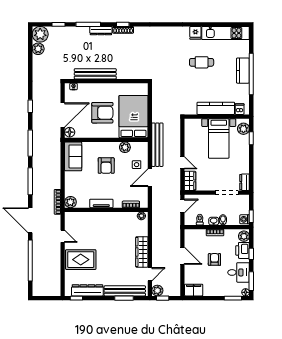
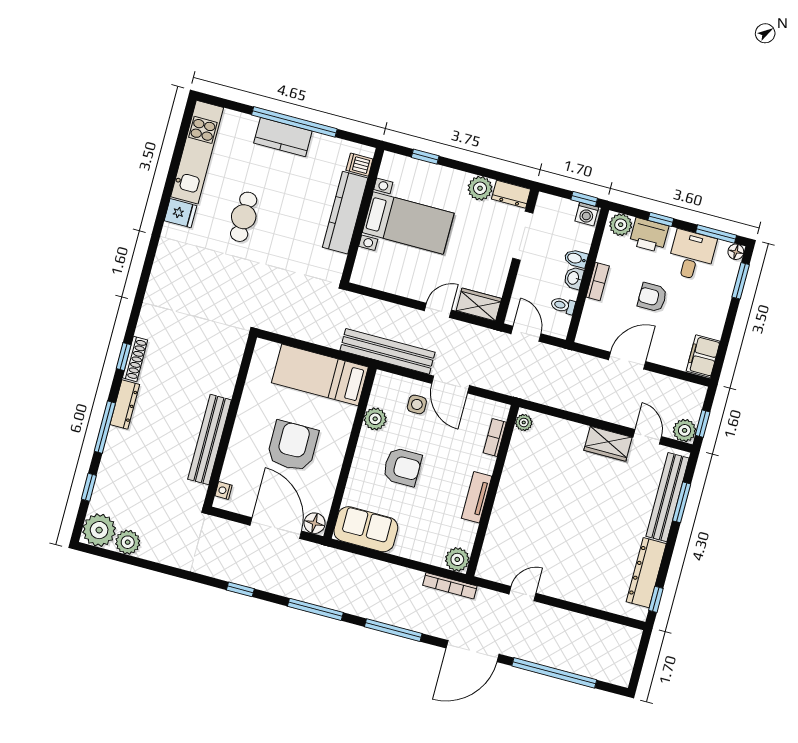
bed: (134, 117) -> (320, 375), width x0.67
plant: (243, 129) -> (480, 188), moved
wardrobe: (142, 252) -> (608, 444), width x0.67
rug: (81, 260) -> (580, 570), removed

